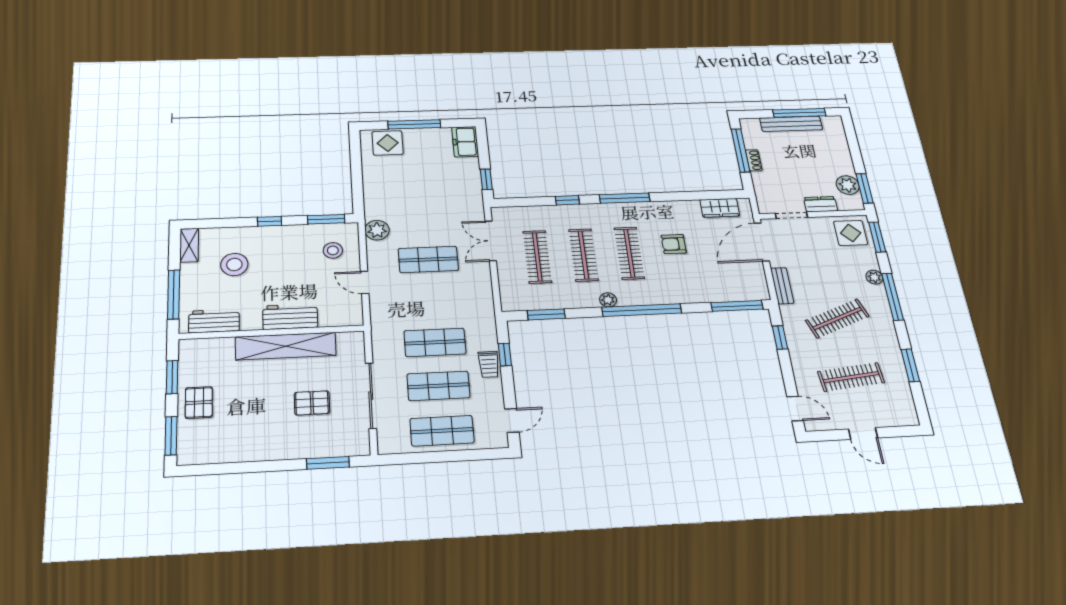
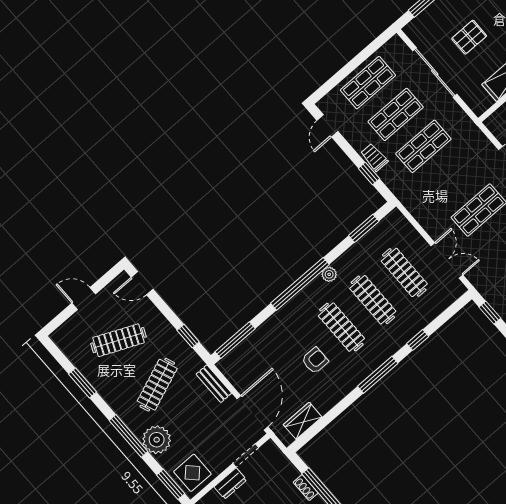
plant: (874, 277) -> (157, 440), width x1.88, depth x1.88
clothes rail: (851, 377) -> (119, 340), turned 30

